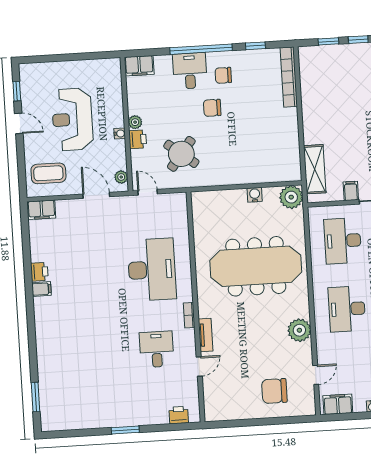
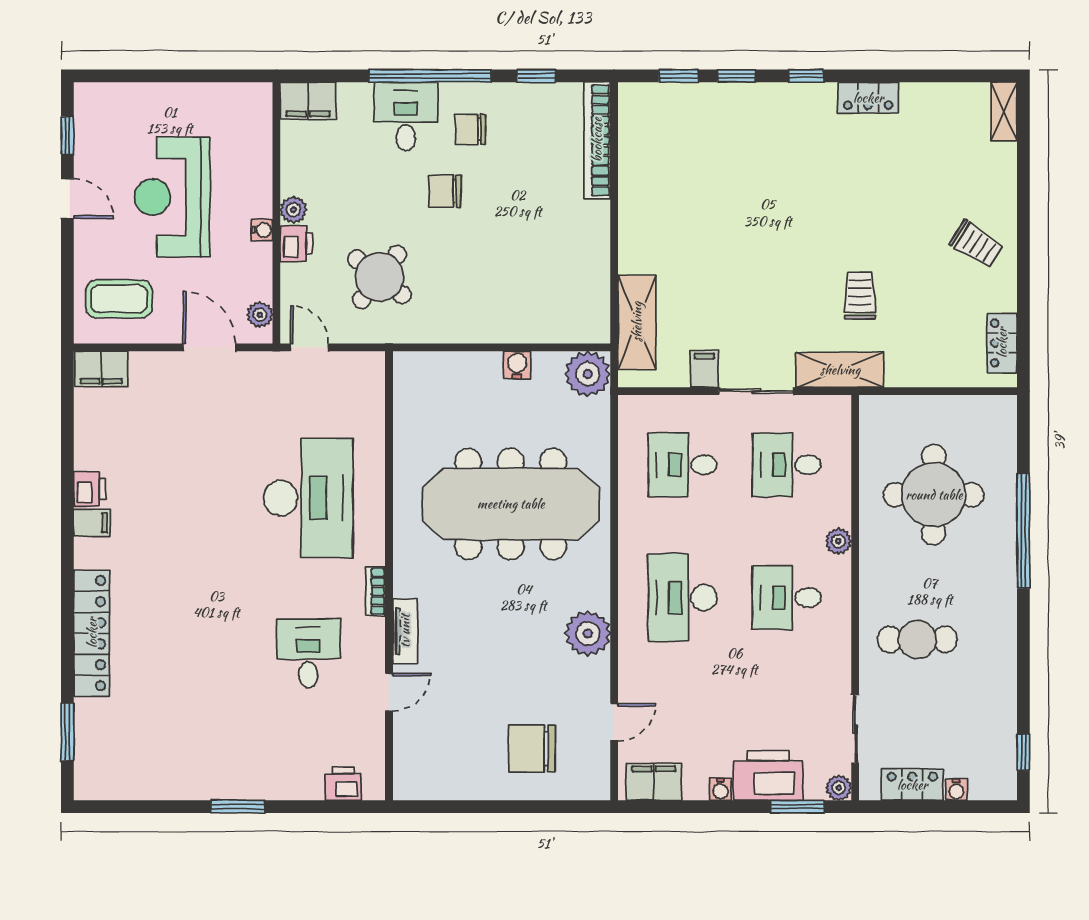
desk: (343, 241) -> (683, 465), width x0.73
locker: (45, 346) -> (92, 633), added

